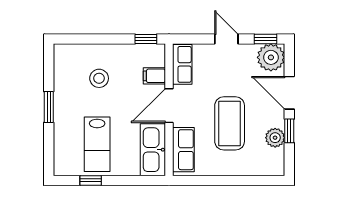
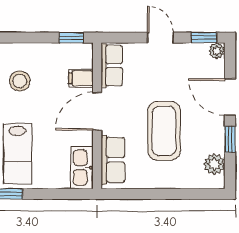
plant: (271, 57) -> (217, 51), width x0.53, depth x0.53
plant: (275, 138) -> (214, 164), moved
kitchen sink: (153, 150) -> (82, 168), width x0.73, depth x0.81

